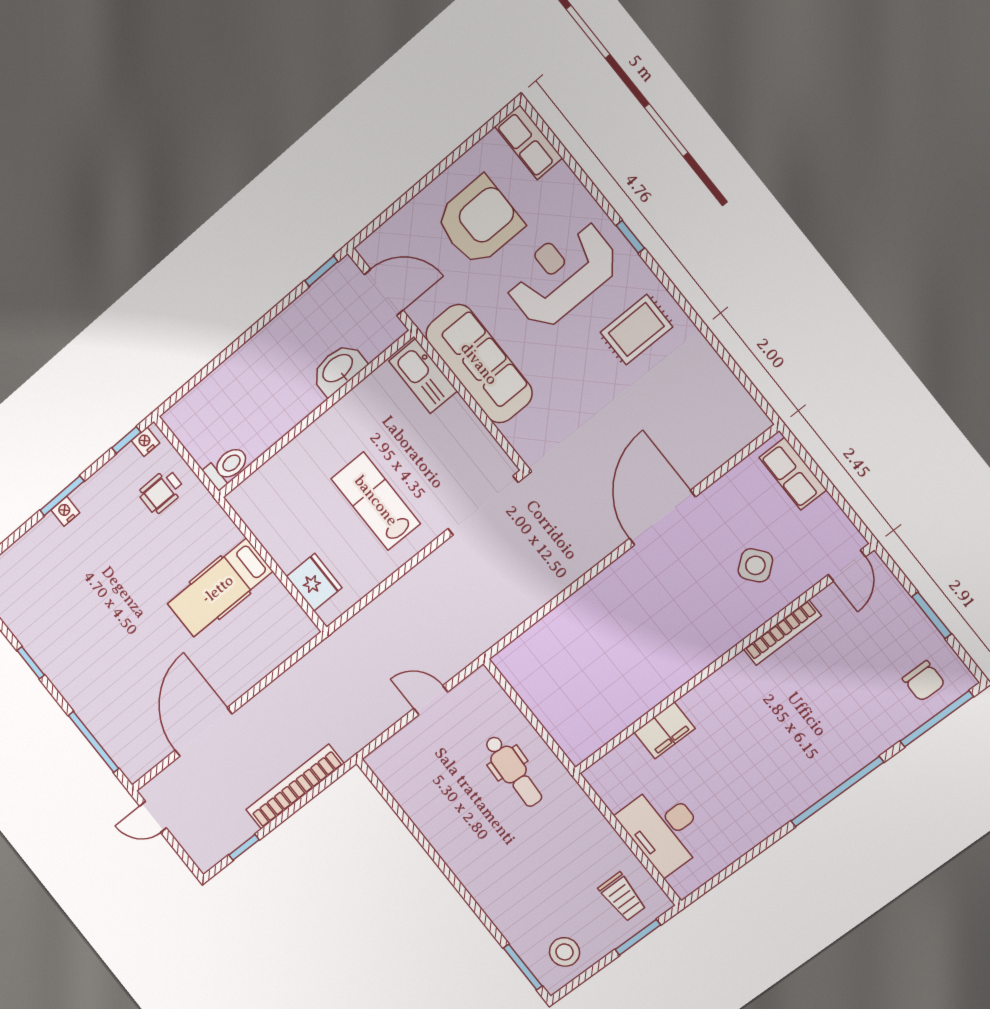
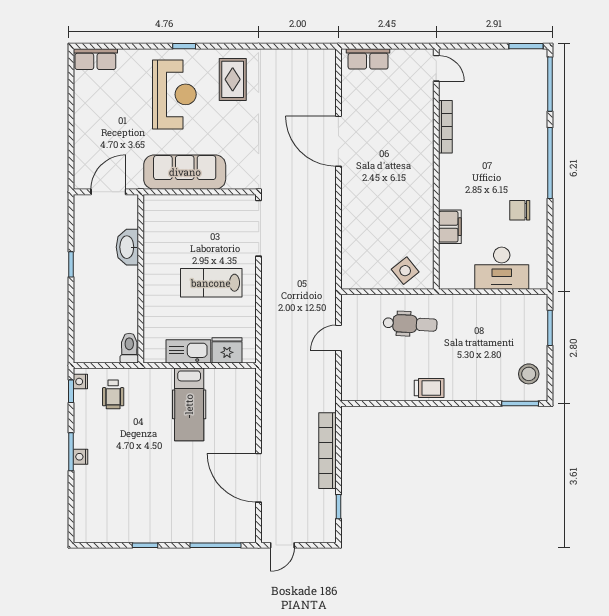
armchair: (479, 221) -> (113, 115), removed
window: (321, 271) -> (71, 264), moved
reception desk: (562, 274) -> (174, 94), turned 180
kitchen sink: (423, 376) -> (188, 351), moved, turned 180
side table: (755, 565) -> (405, 271), moved
window: (932, 615) -> (526, 46), moved
chair: (924, 681) -> (520, 210), moved, turned 180
trolley: (622, 897) -> (429, 388), moved

